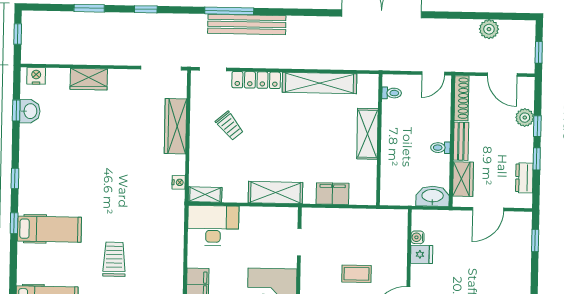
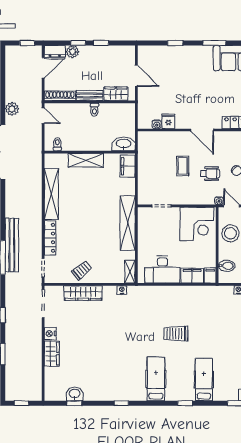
plant: (489, 29) -> (12, 109), moved
nightstand: (36, 76) -> (50, 334), moved
trolley: (229, 126) -> (82, 270), moved
dresser: (524, 178) -> (55, 51), moved
shelving: (275, 193) -> (128, 223), width x1.47
filing cabinet: (333, 194) -> (128, 166), moved
washbasin: (433, 196) -> (124, 144), moved, turned 90
window: (14, 223) -> (185, 403), moved
desk: (213, 226) -> (162, 269), moved, turned -90
window: (535, 241) -> (175, 43), moved

